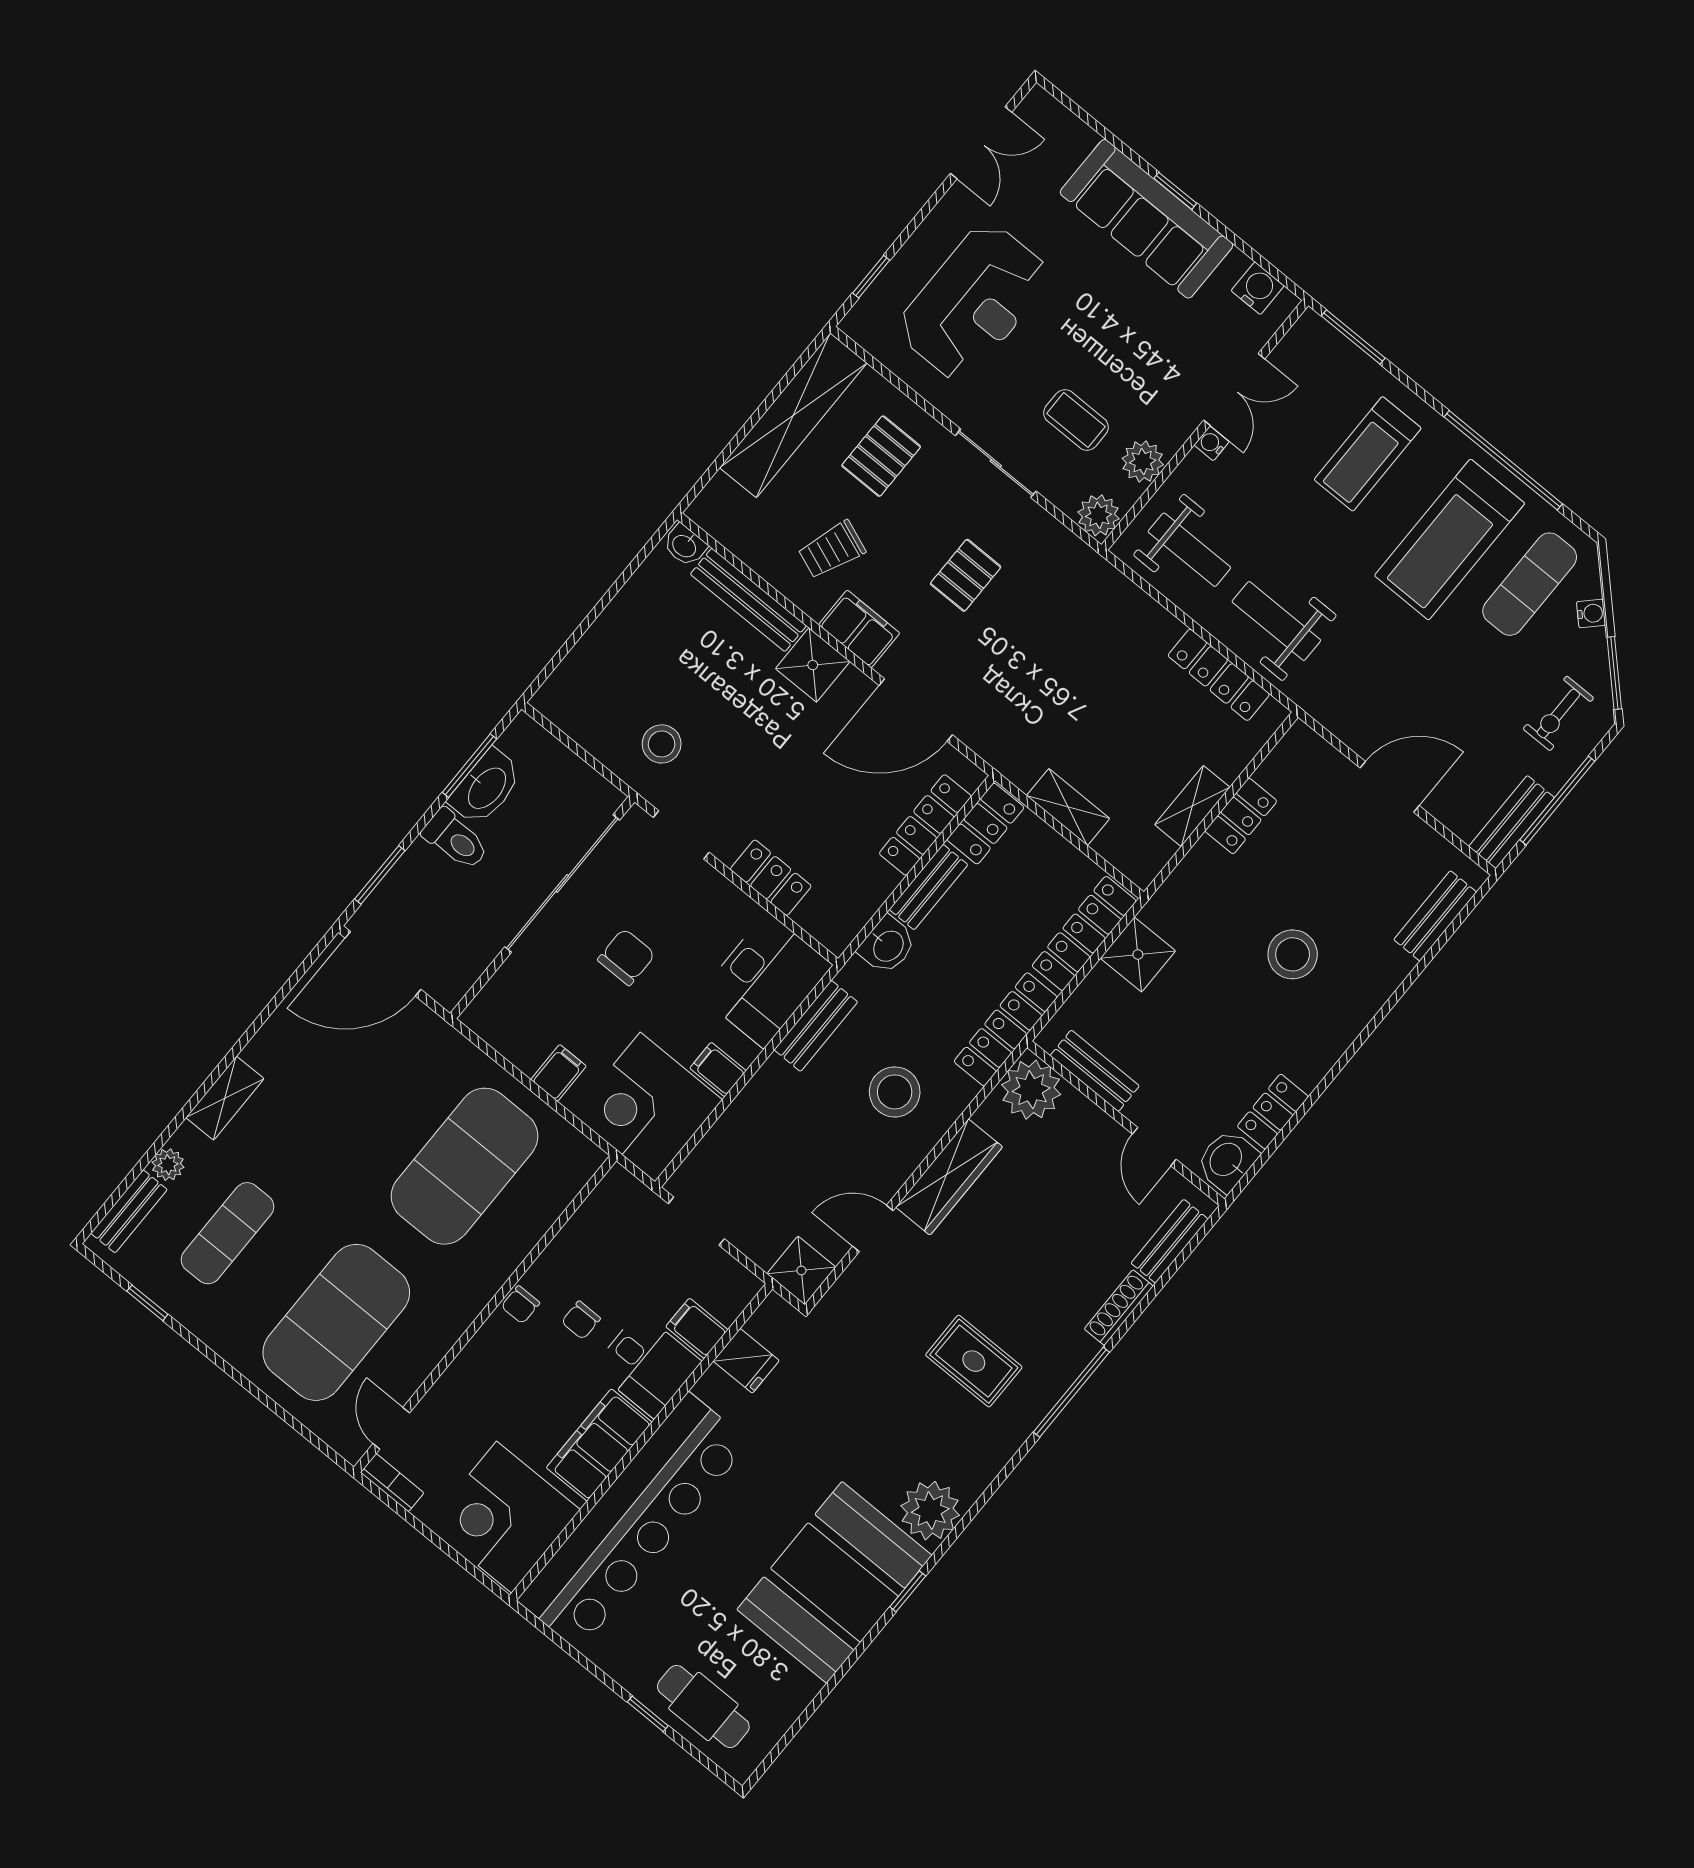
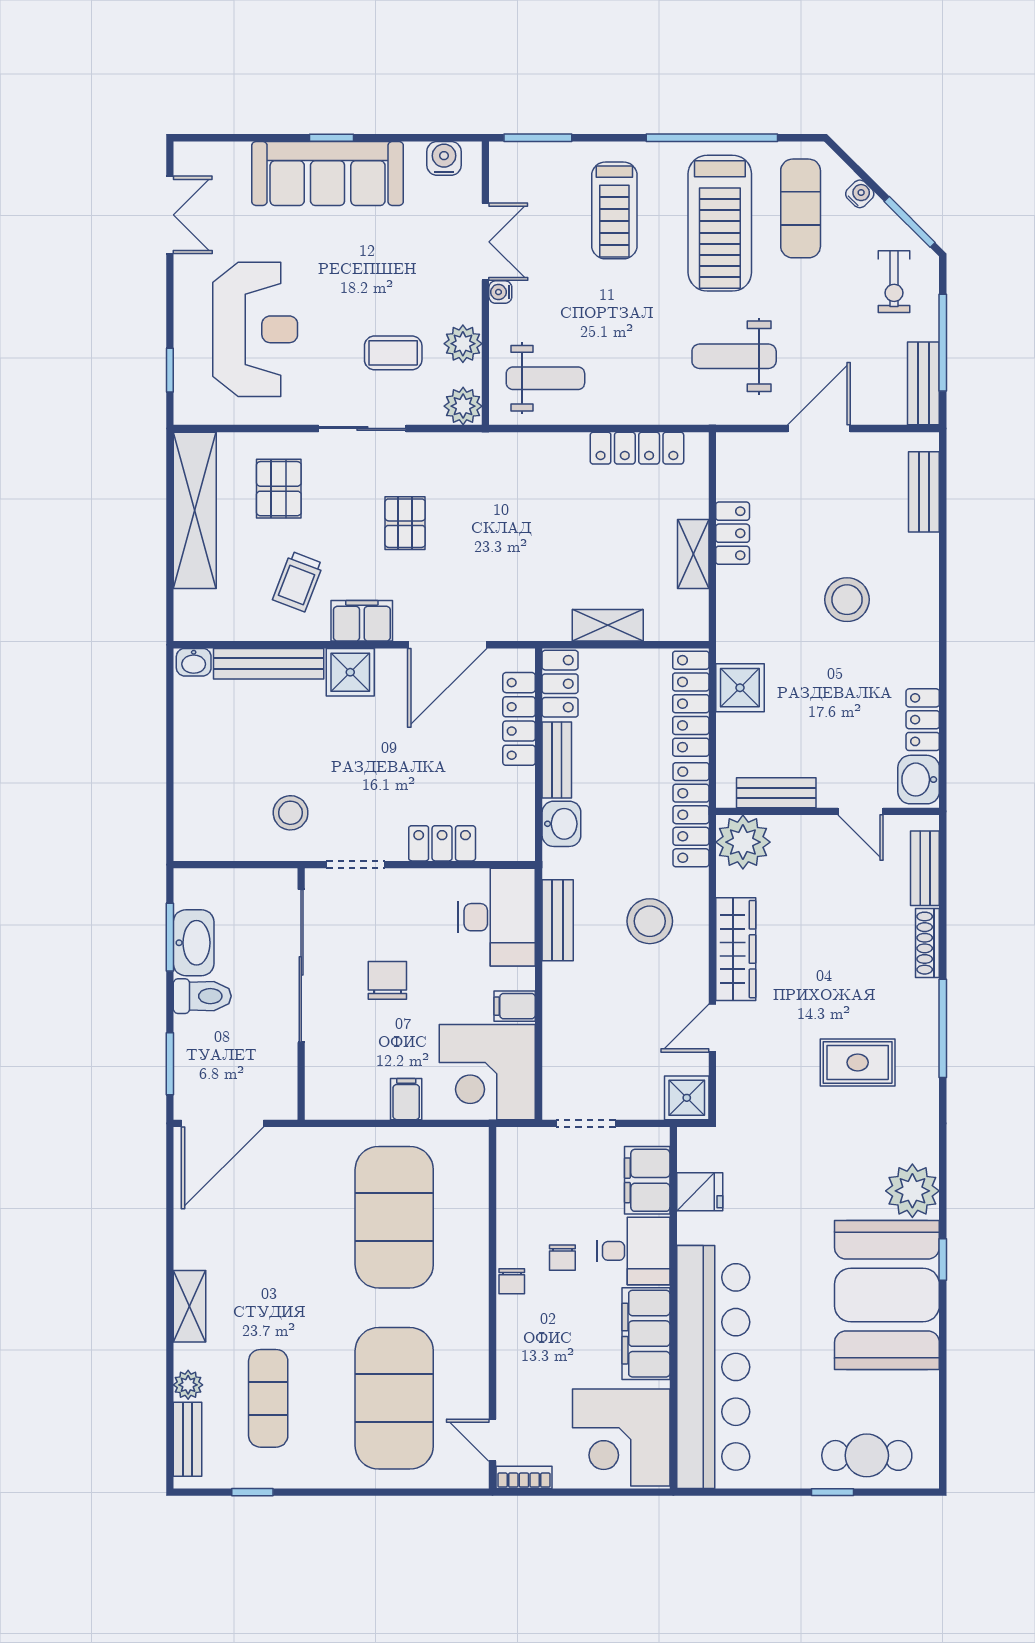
weight bench: (1276, 621) -> (734, 356), moved
filing cabinet: (697, 1328) -> (647, 1180), width x2.00

